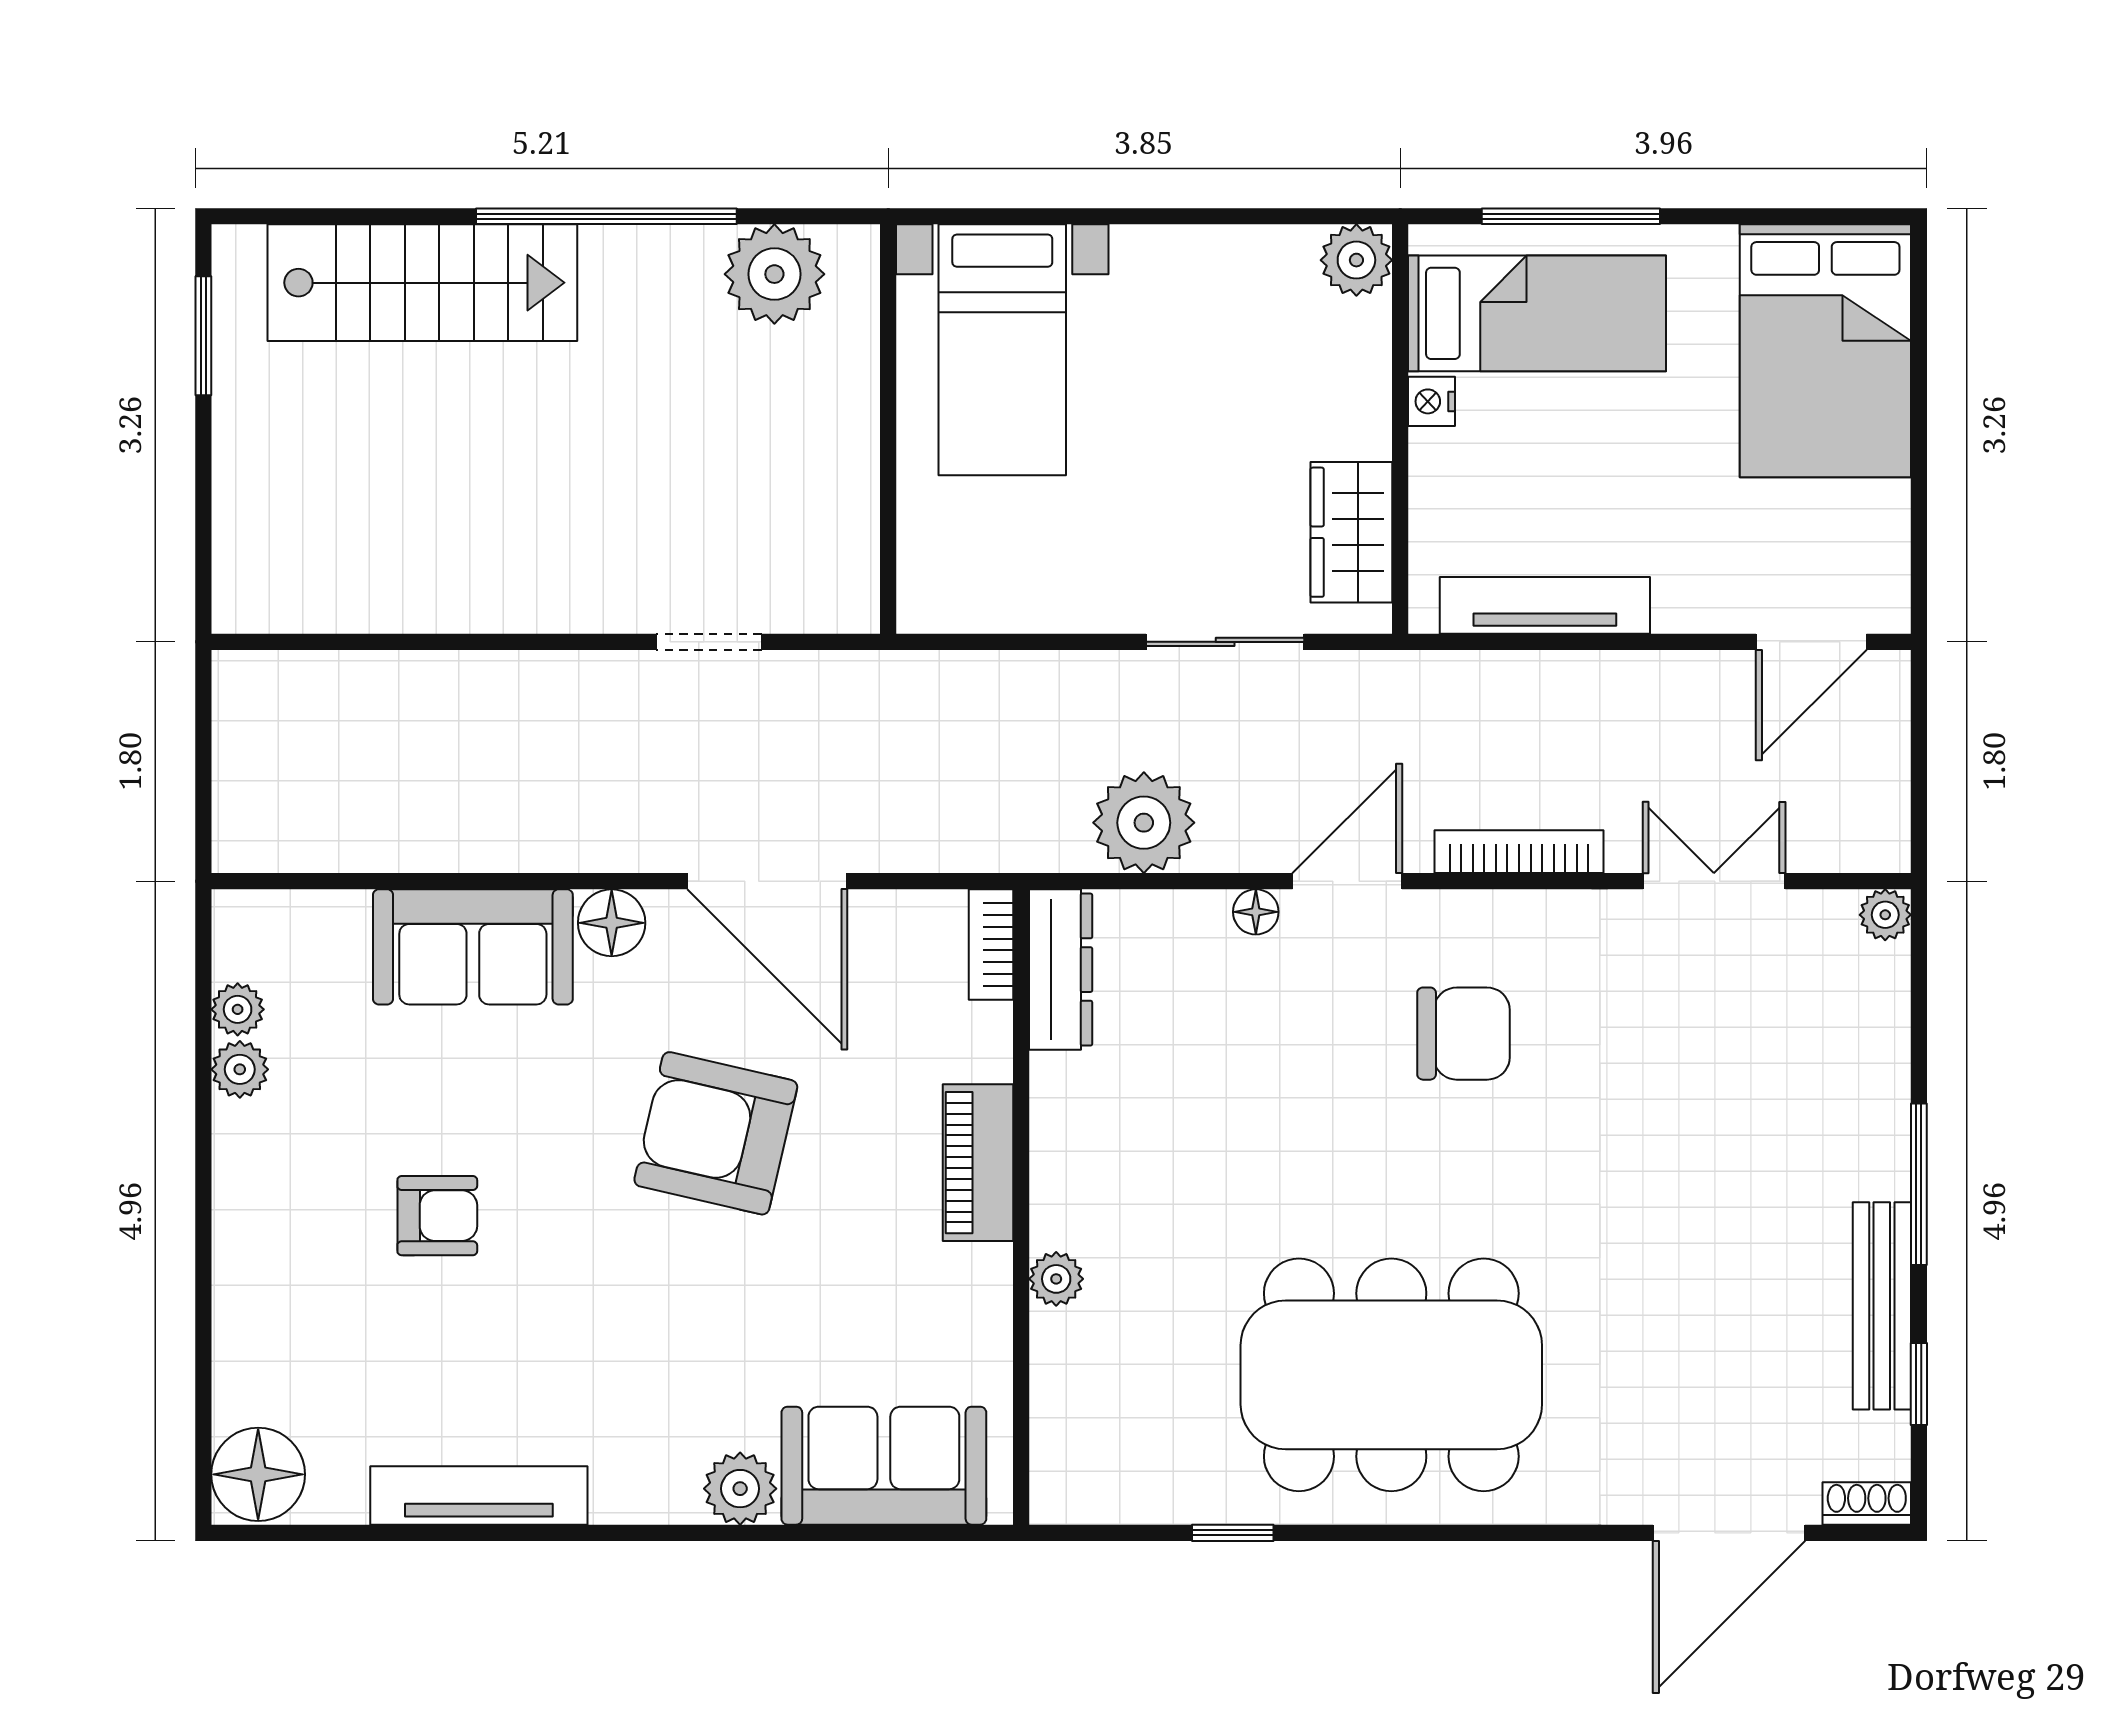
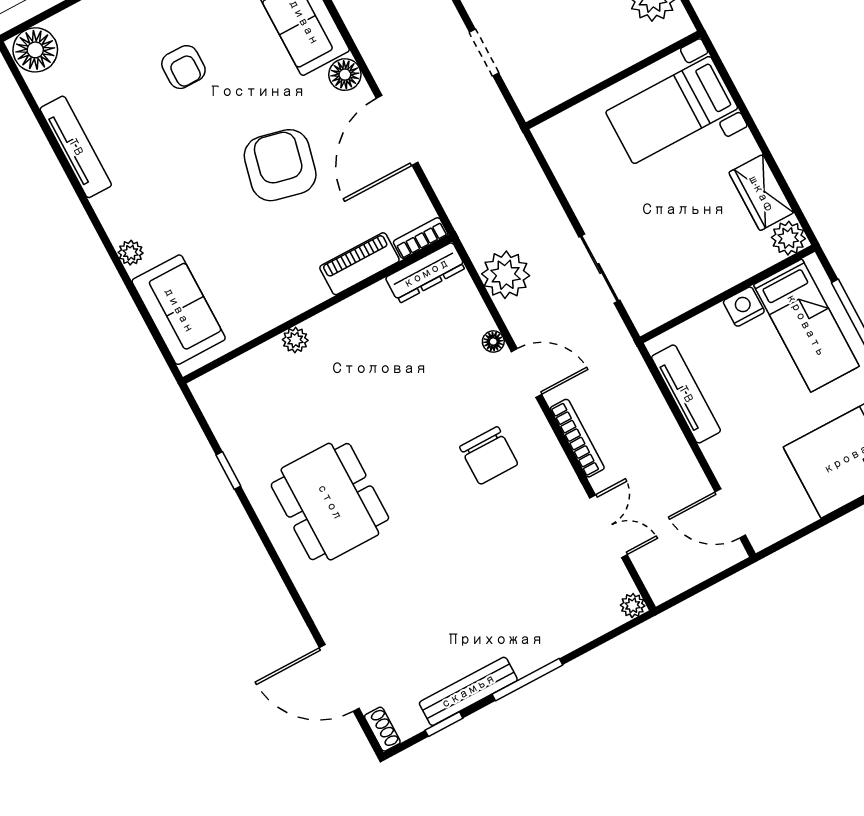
nightstand: (1432, 401) -> (744, 307), width x1.39, depth x1.35
wardrobe: (1351, 532) -> (761, 193), moved, turned -90
piano: (978, 1163) -> (359, 264), moved
dining table: (1391, 1375) -> (330, 502), width x0.73, depth x0.80
plant: (740, 1489) -> (131, 253), width x0.73, depth x0.73

